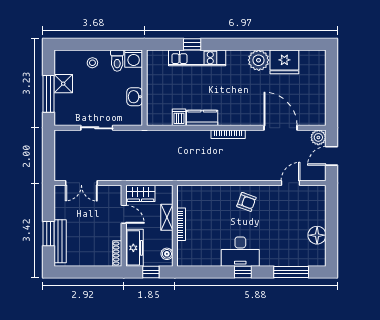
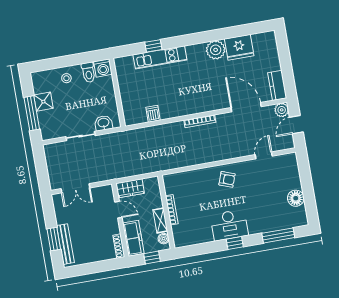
washbasin: (135, 97) -> (104, 123), moved, turned 90
kitchen counter: (202, 118) -> (277, 85), moved, turned -90
shelving: (167, 217) -> (160, 220), moved

